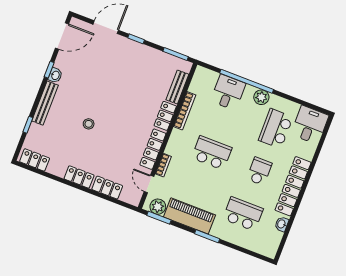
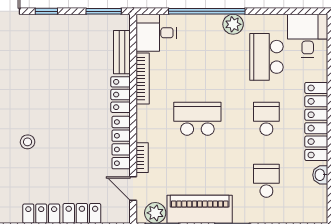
desk: (228, 92) -> (156, 33), moved, turned -90
school desk: (243, 214) -> (266, 181), width x0.54

